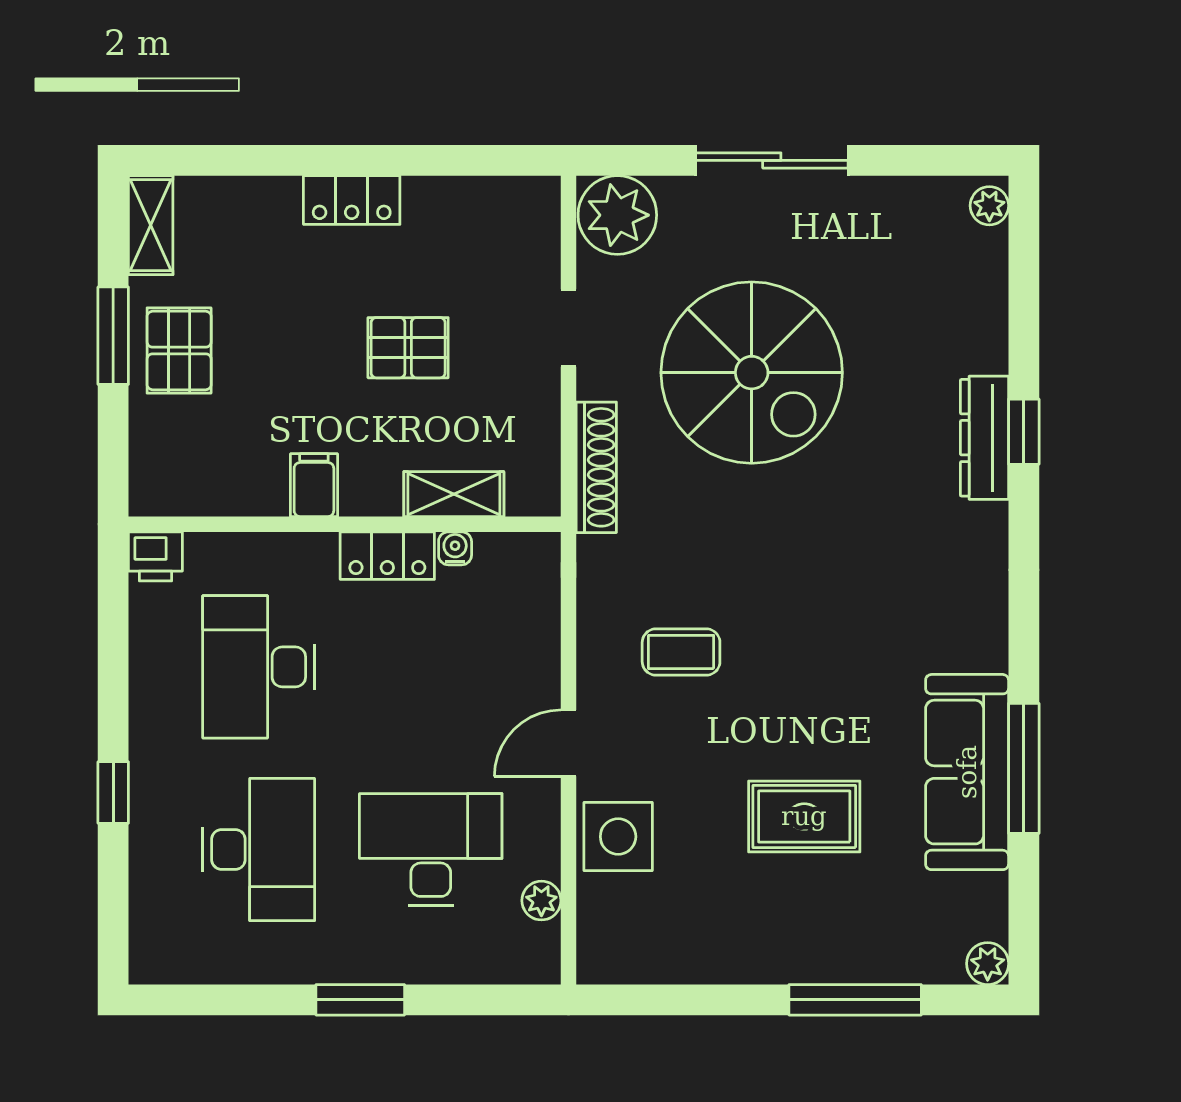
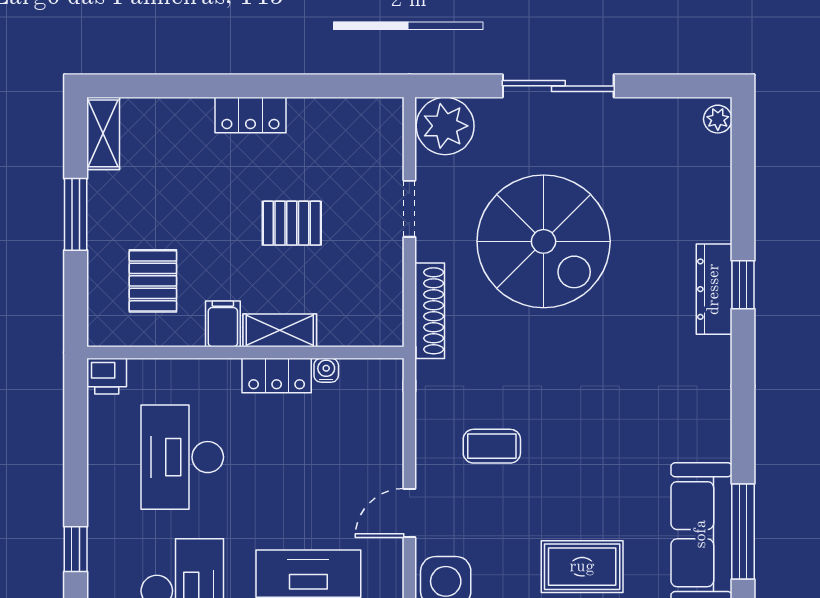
pallet: (179, 351) -> (153, 281), moved
shelving: (454, 494) -> (280, 330), moved

